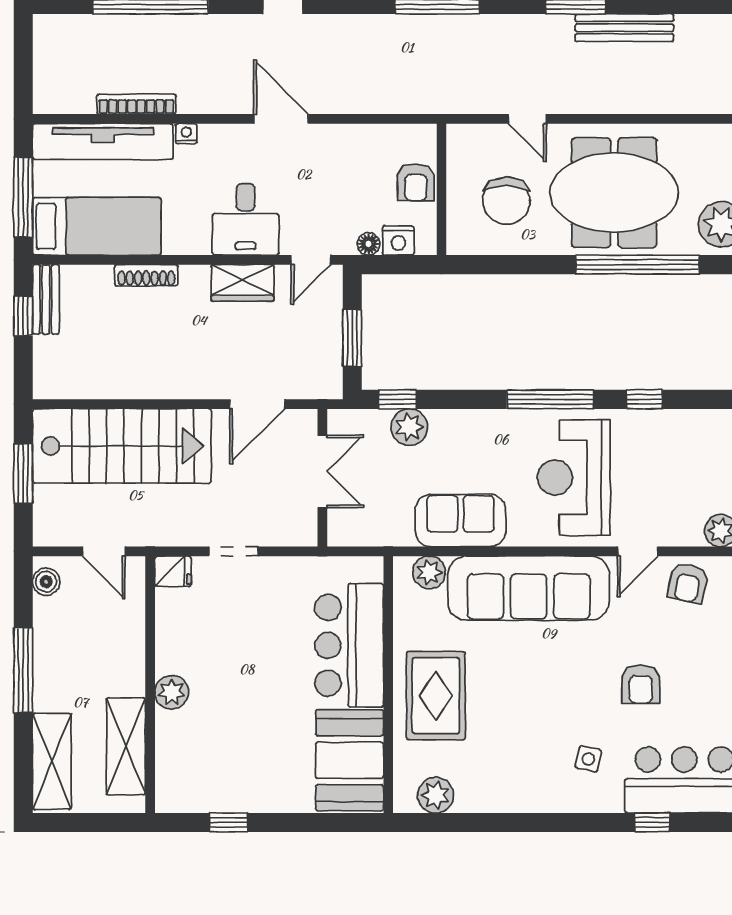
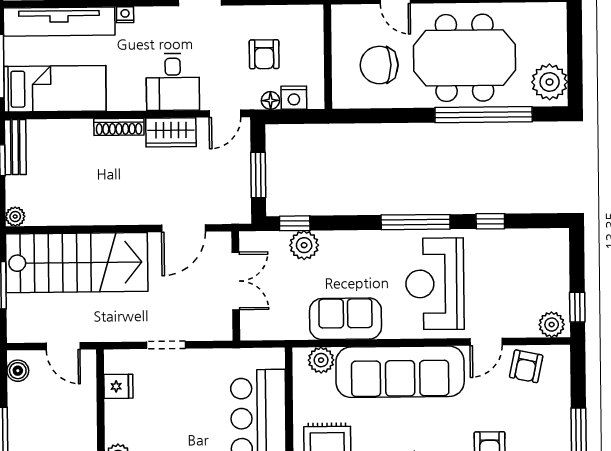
armchair: (416, 182) -> (264, 54), moved
chair: (506, 201) -> (379, 65), turned 90
shoe rack: (146, 275) -> (119, 127), moved
plant: (45, 387) -> (15, 217), added
fridge: (173, 571) -> (118, 386), moved

